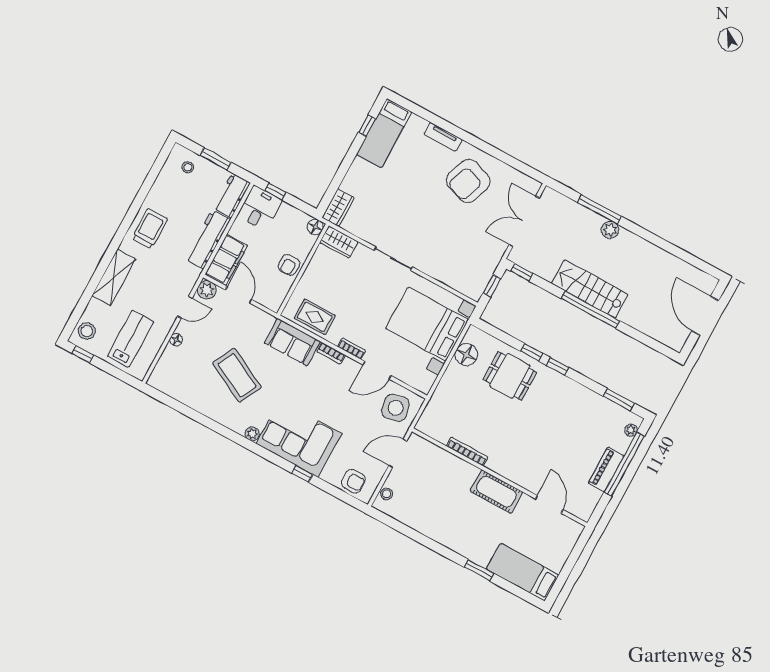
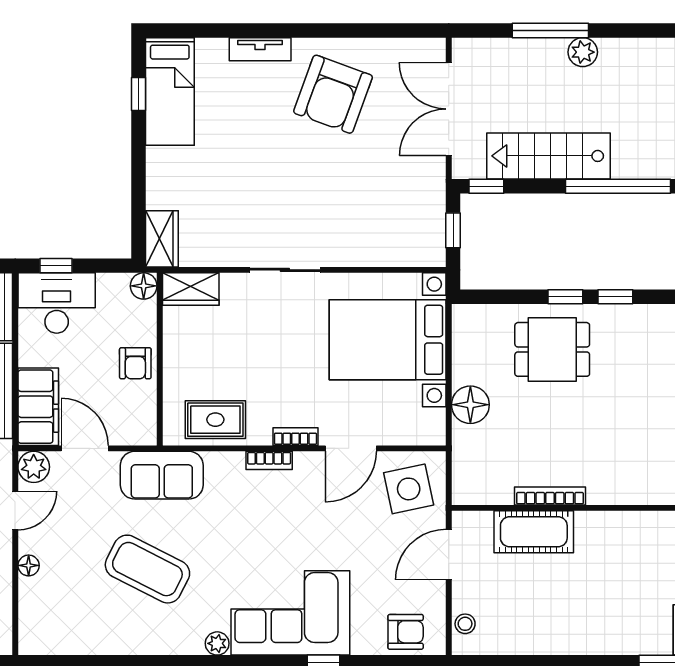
desk: (260, 208) -> (57, 303), width x1.37
stairs: (590, 289) -> (548, 156), moved
sofa: (292, 342) -> (162, 475), moved
floor lamp: (466, 355) -> (470, 405), moved
cot: (496, 492) -> (534, 532), moved

